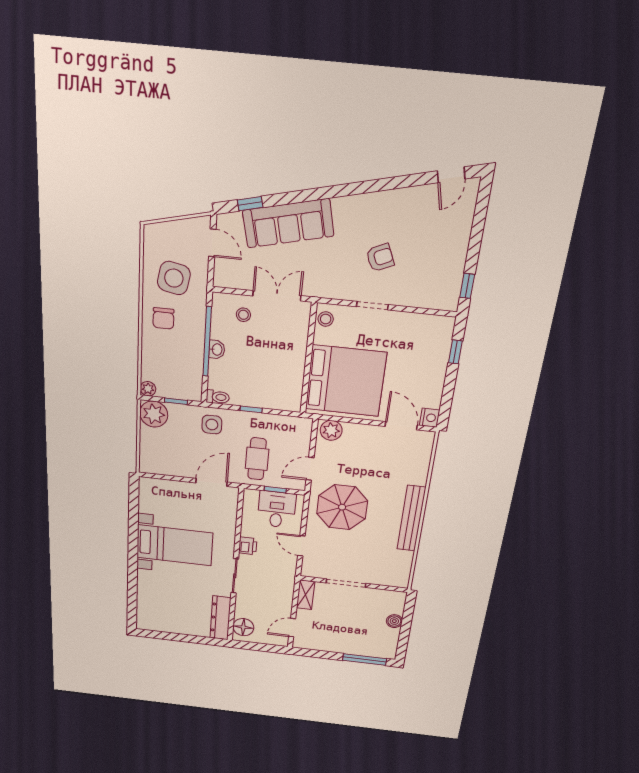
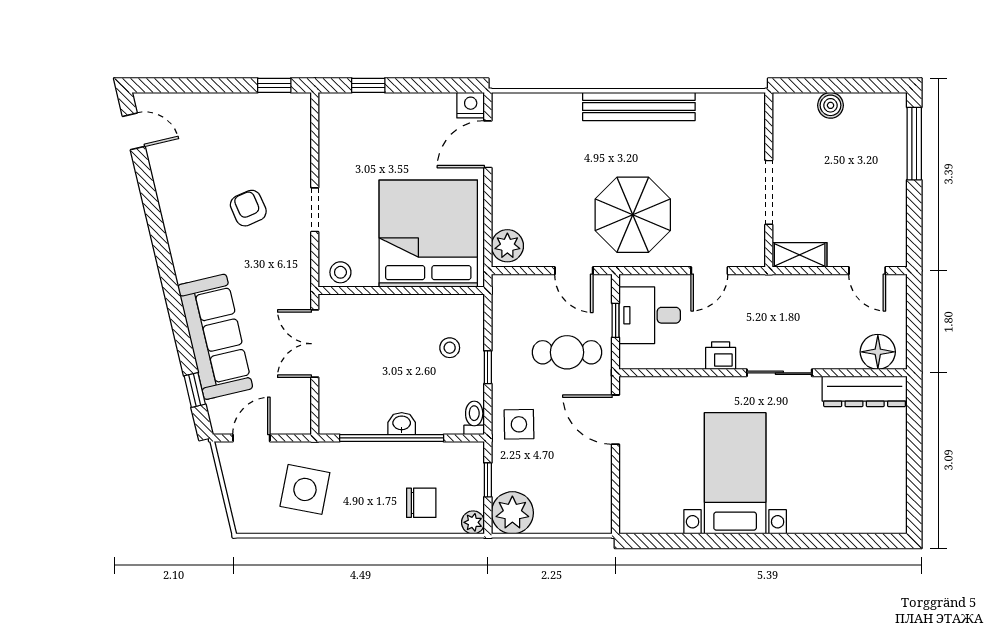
stool: (243, 315) -> (450, 348), moved
chair: (163, 318) -> (421, 503), moved

